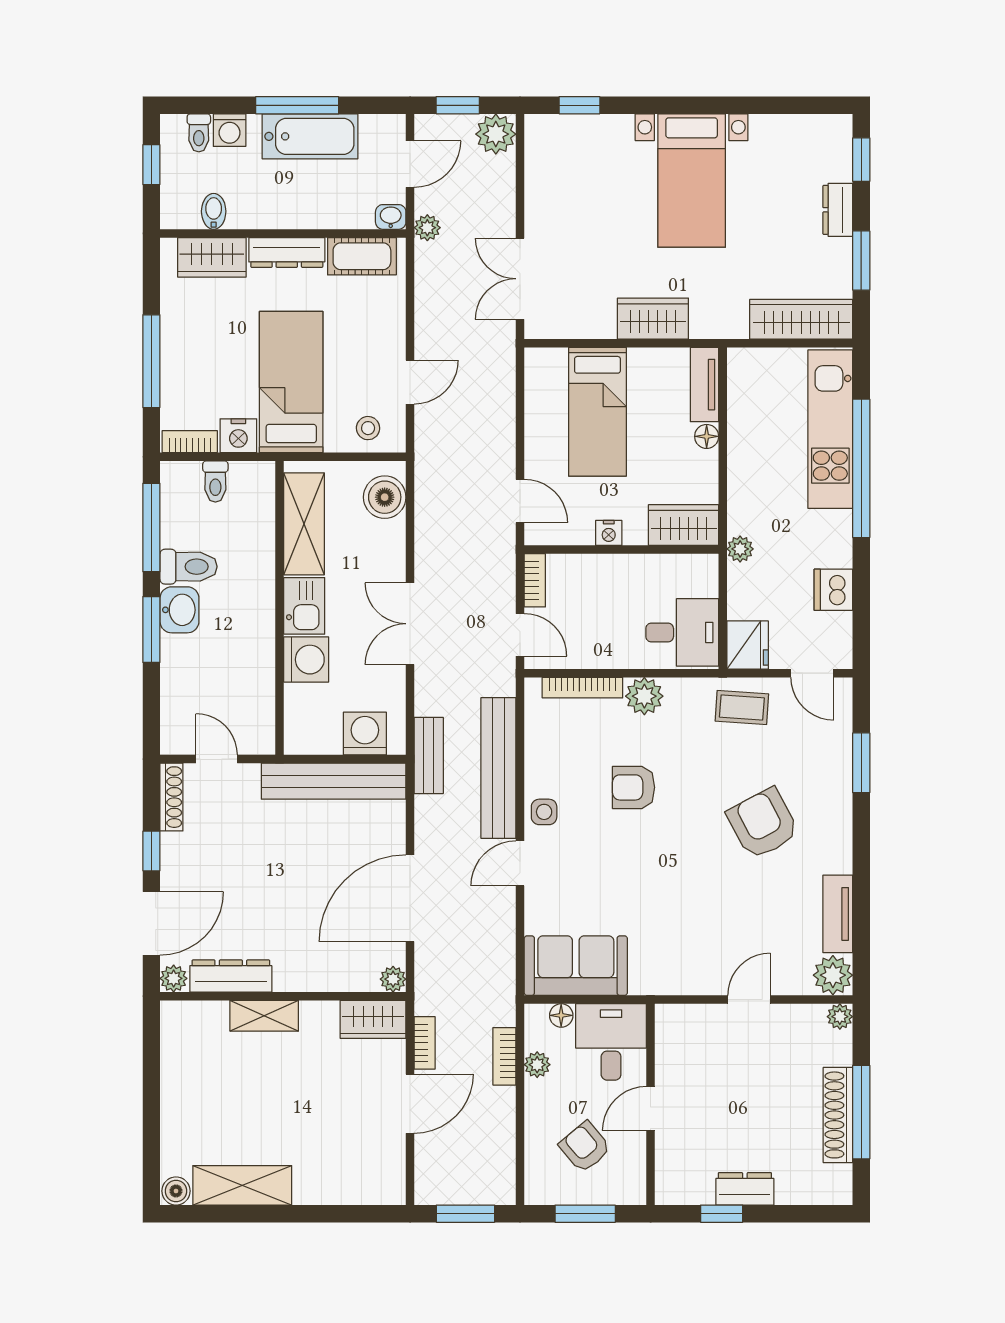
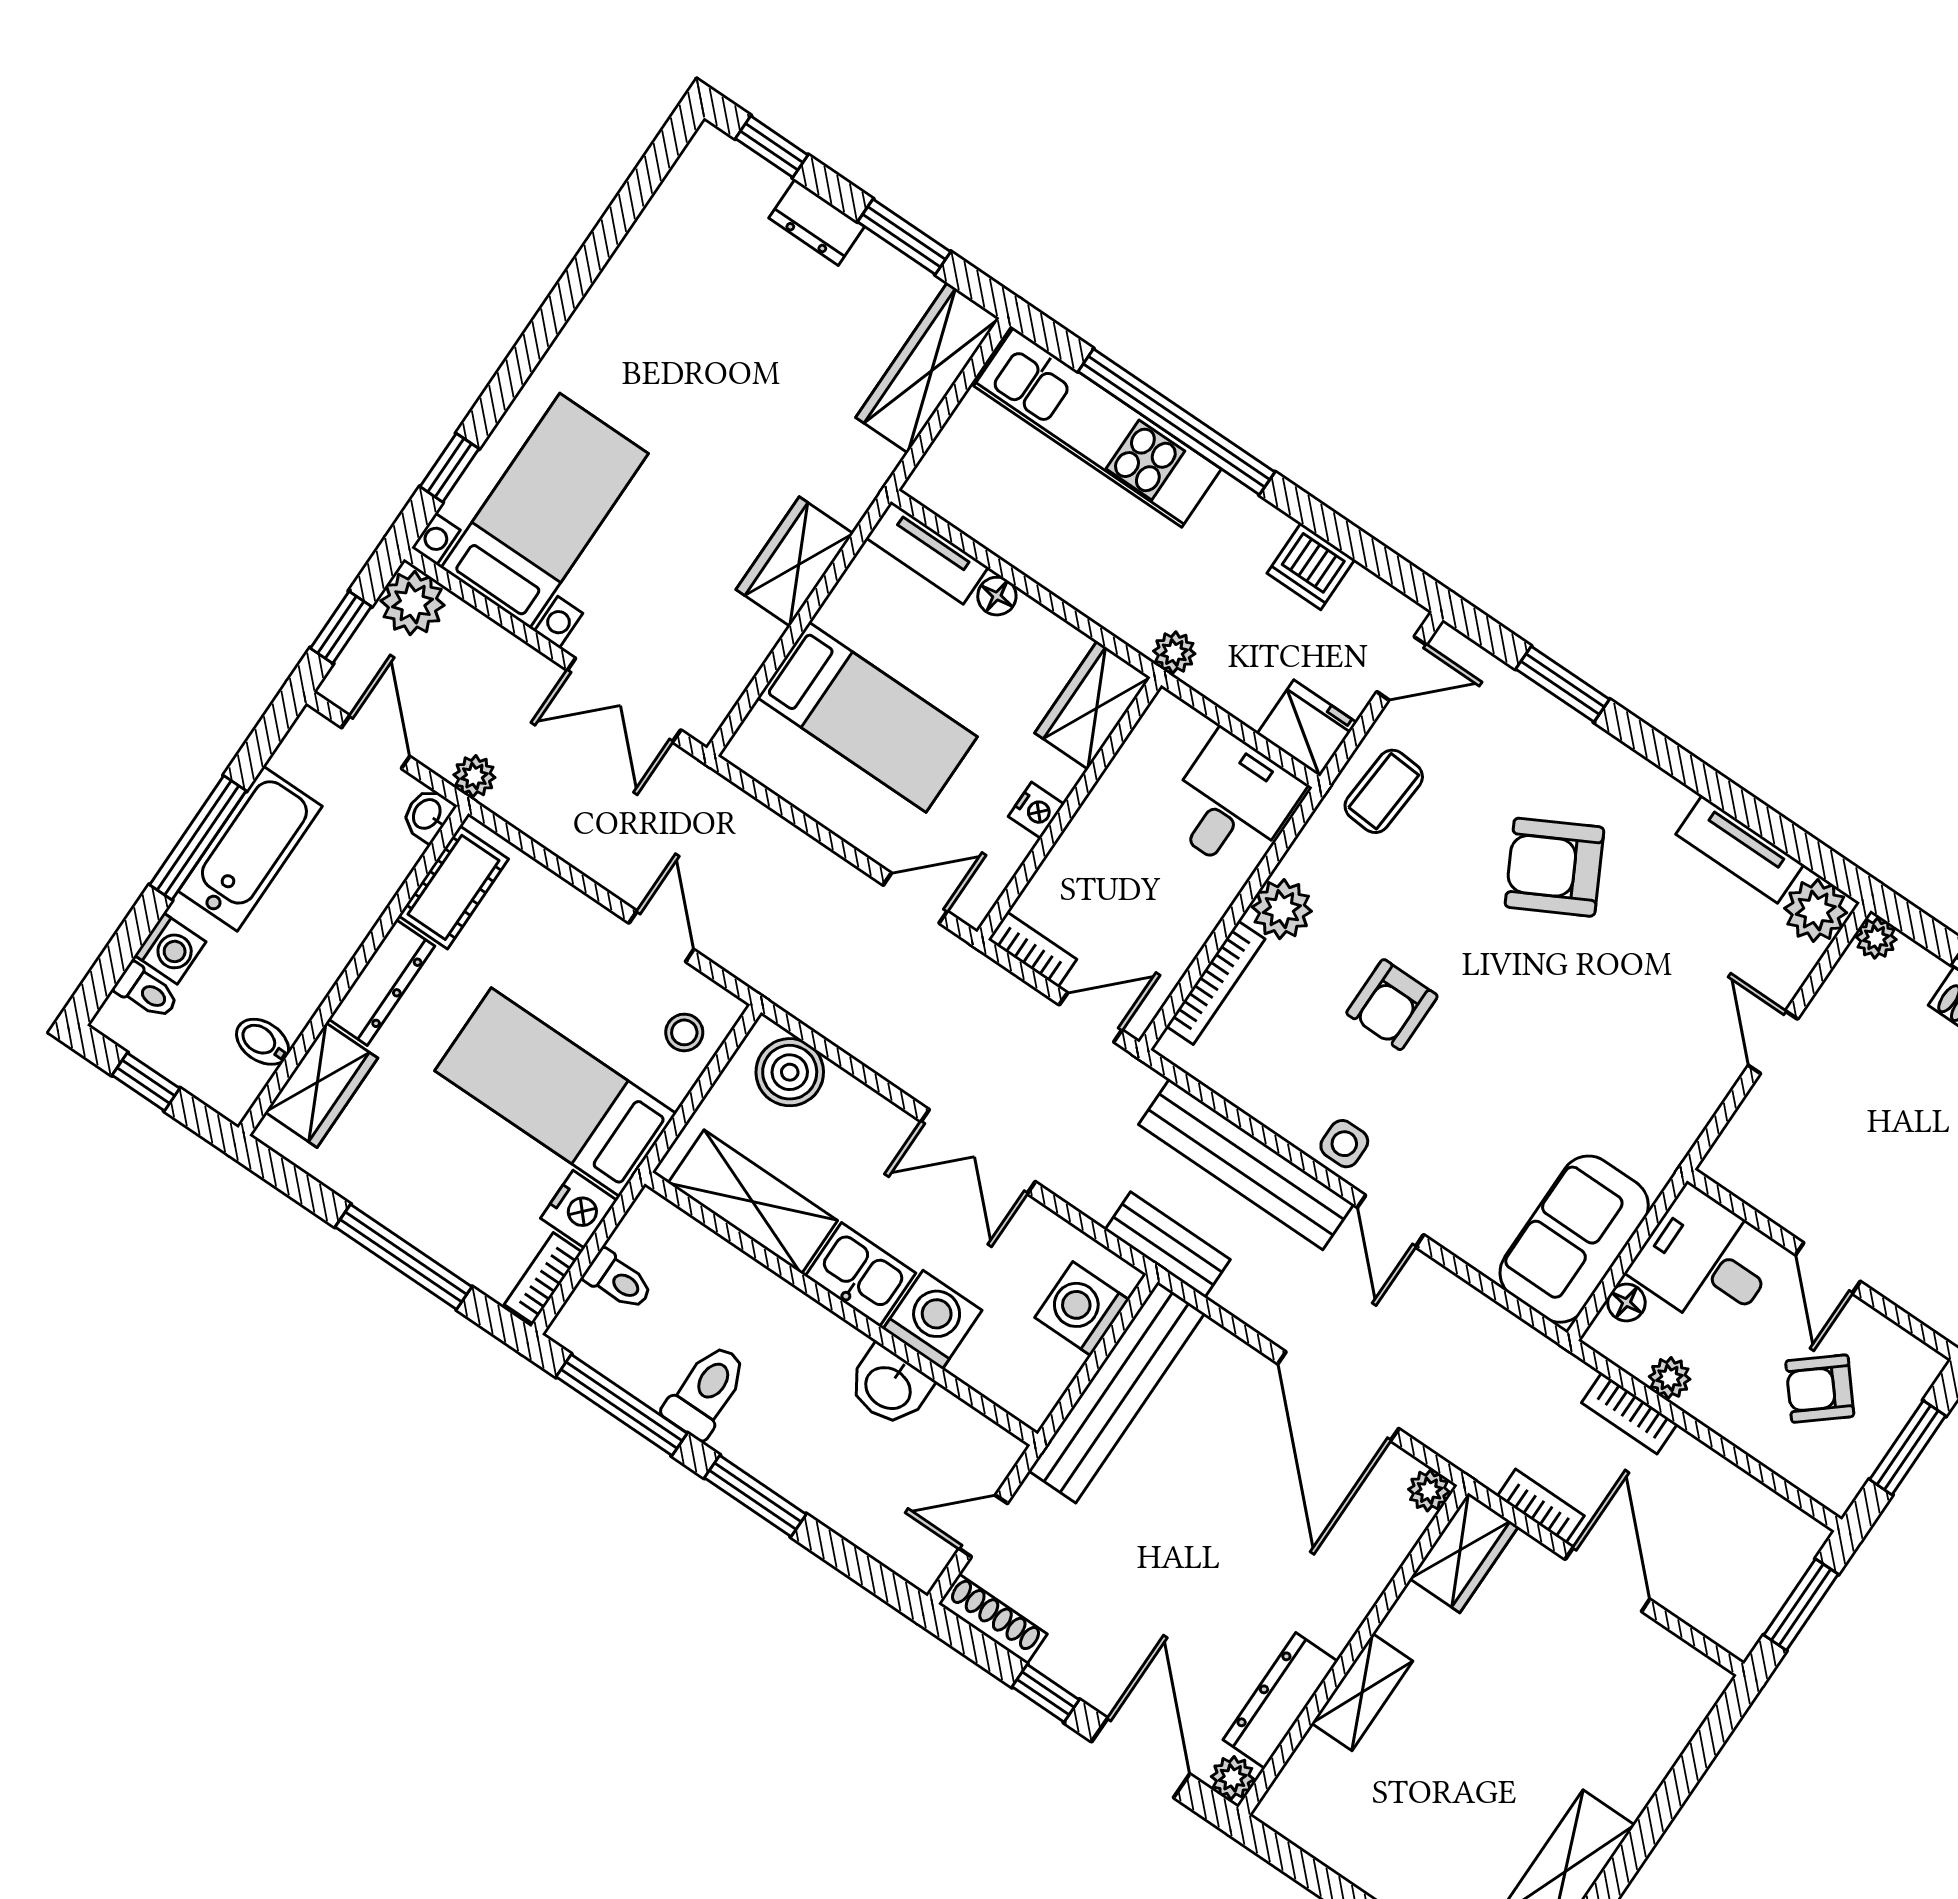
bed with nightstands: (692, 181) -> (545, 511), moved, turned -90
washbasin: (179, 610) -> (889, 1387), moved, turned 180

